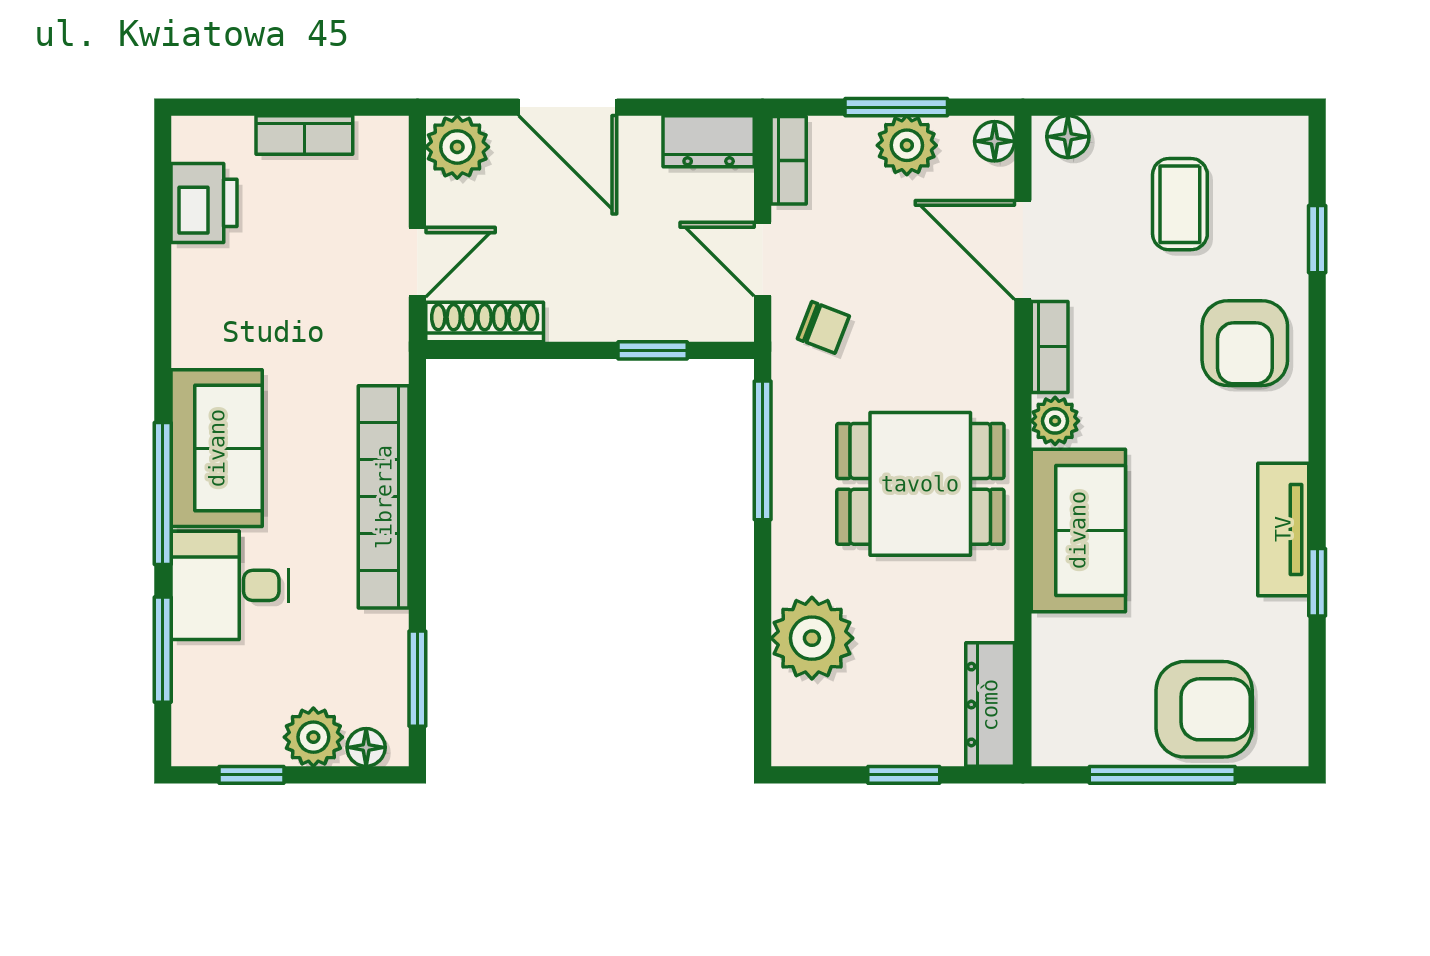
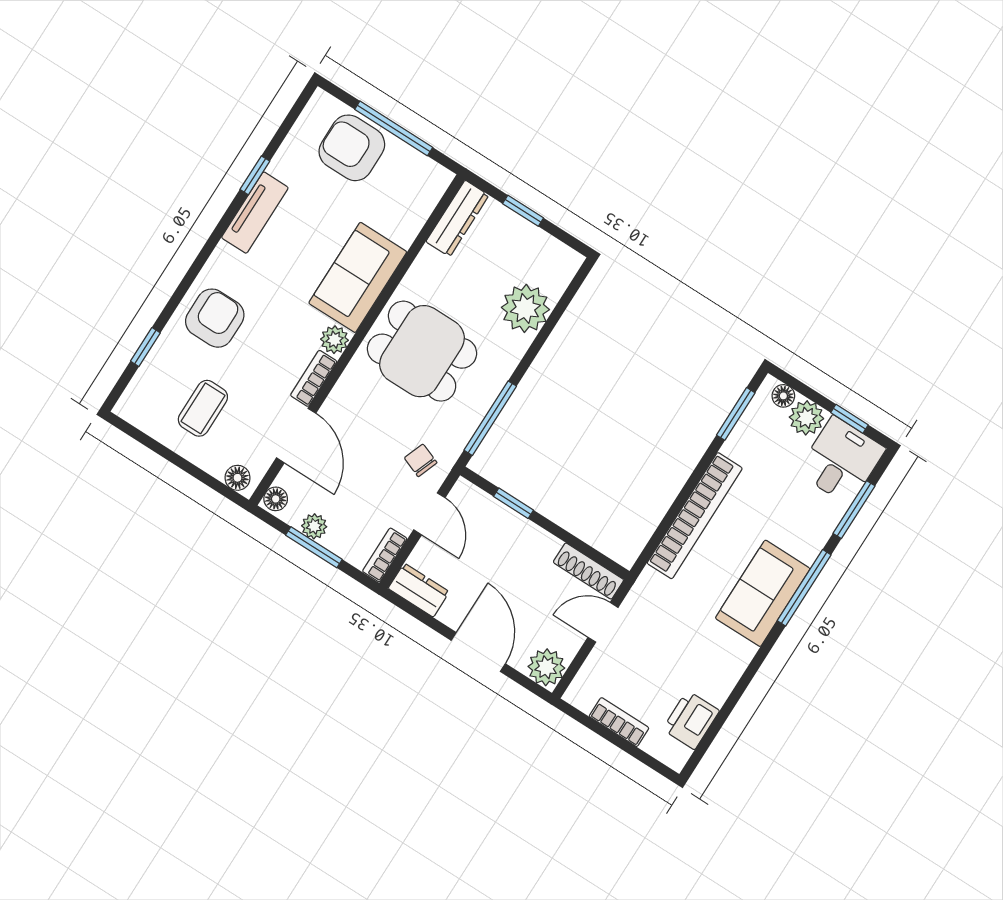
plant: (907, 145) -> (314, 526), width x0.73, depth x0.73
desk: (230, 585) -> (841, 461), moved, turned -90

